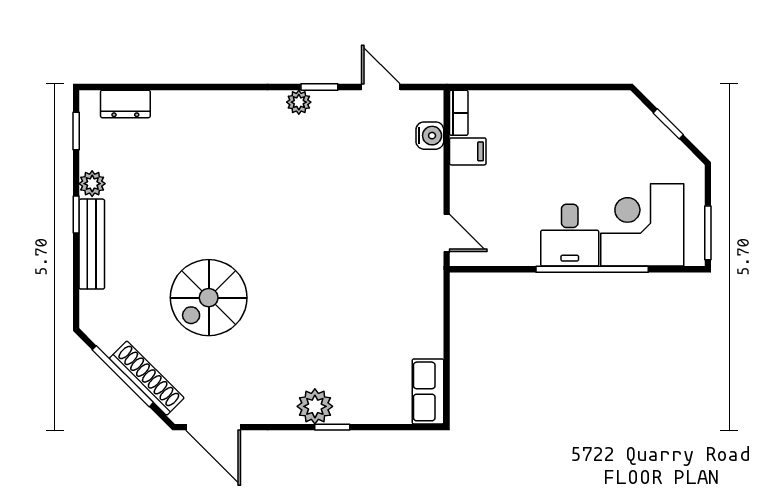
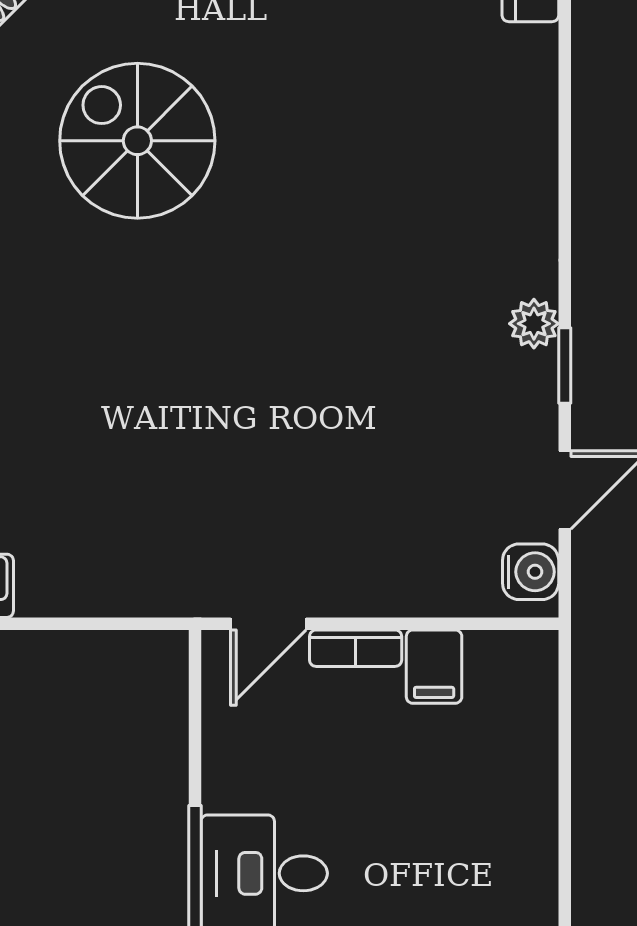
bookcase: (459, 113) -> (356, 648), moved
water cooler: (430, 136) -> (531, 572), moved, turned -90

